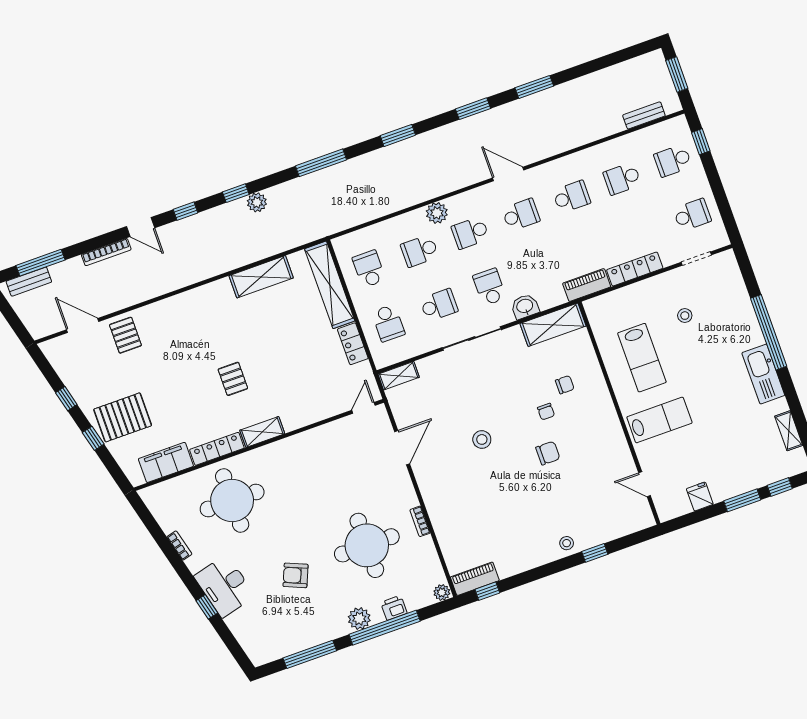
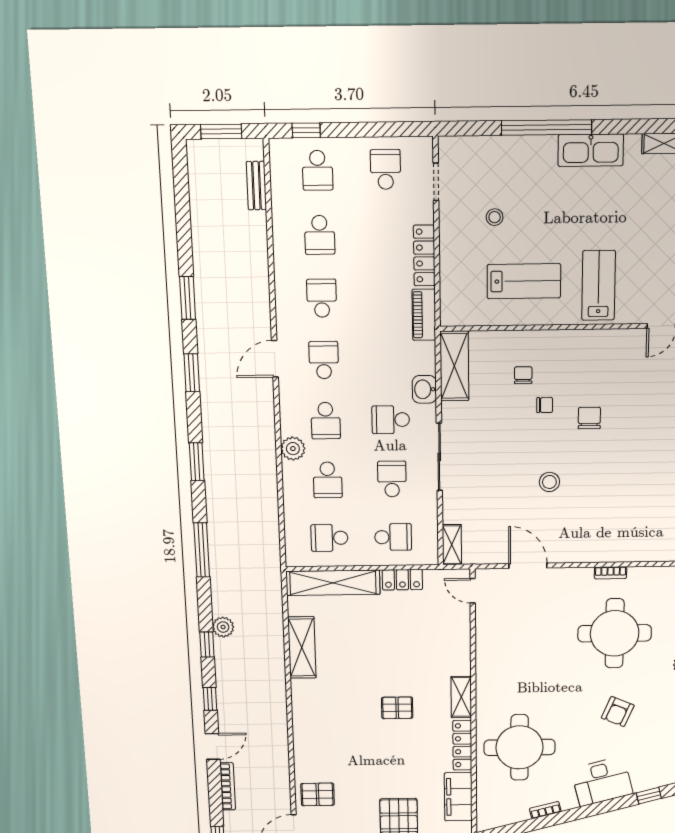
window: (207, 607) -> (649, 796), moved

